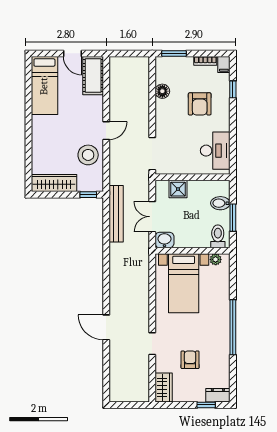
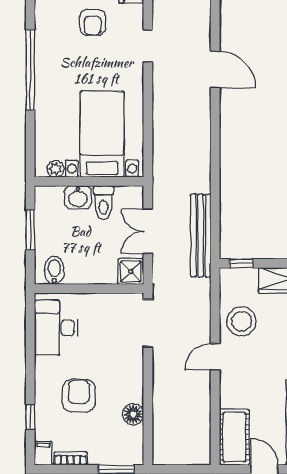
shower: (178, 189) -> (131, 271), moved
bidet: (220, 203) -> (54, 270), moved, turned -90
double door: (152, 217) -> (148, 231), swing flipped
toilet: (218, 236) -> (103, 202), moved
washbasin: (164, 240) -> (78, 197), moved

